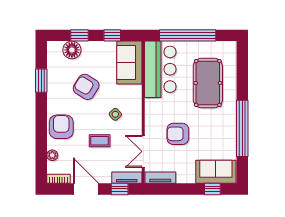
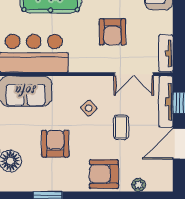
armchair: (86, 87) -> (55, 144), turned 148
tv unit: (127, 178) -> (166, 102), width x1.41
bookcase: (58, 179) -> (167, 177), removed

